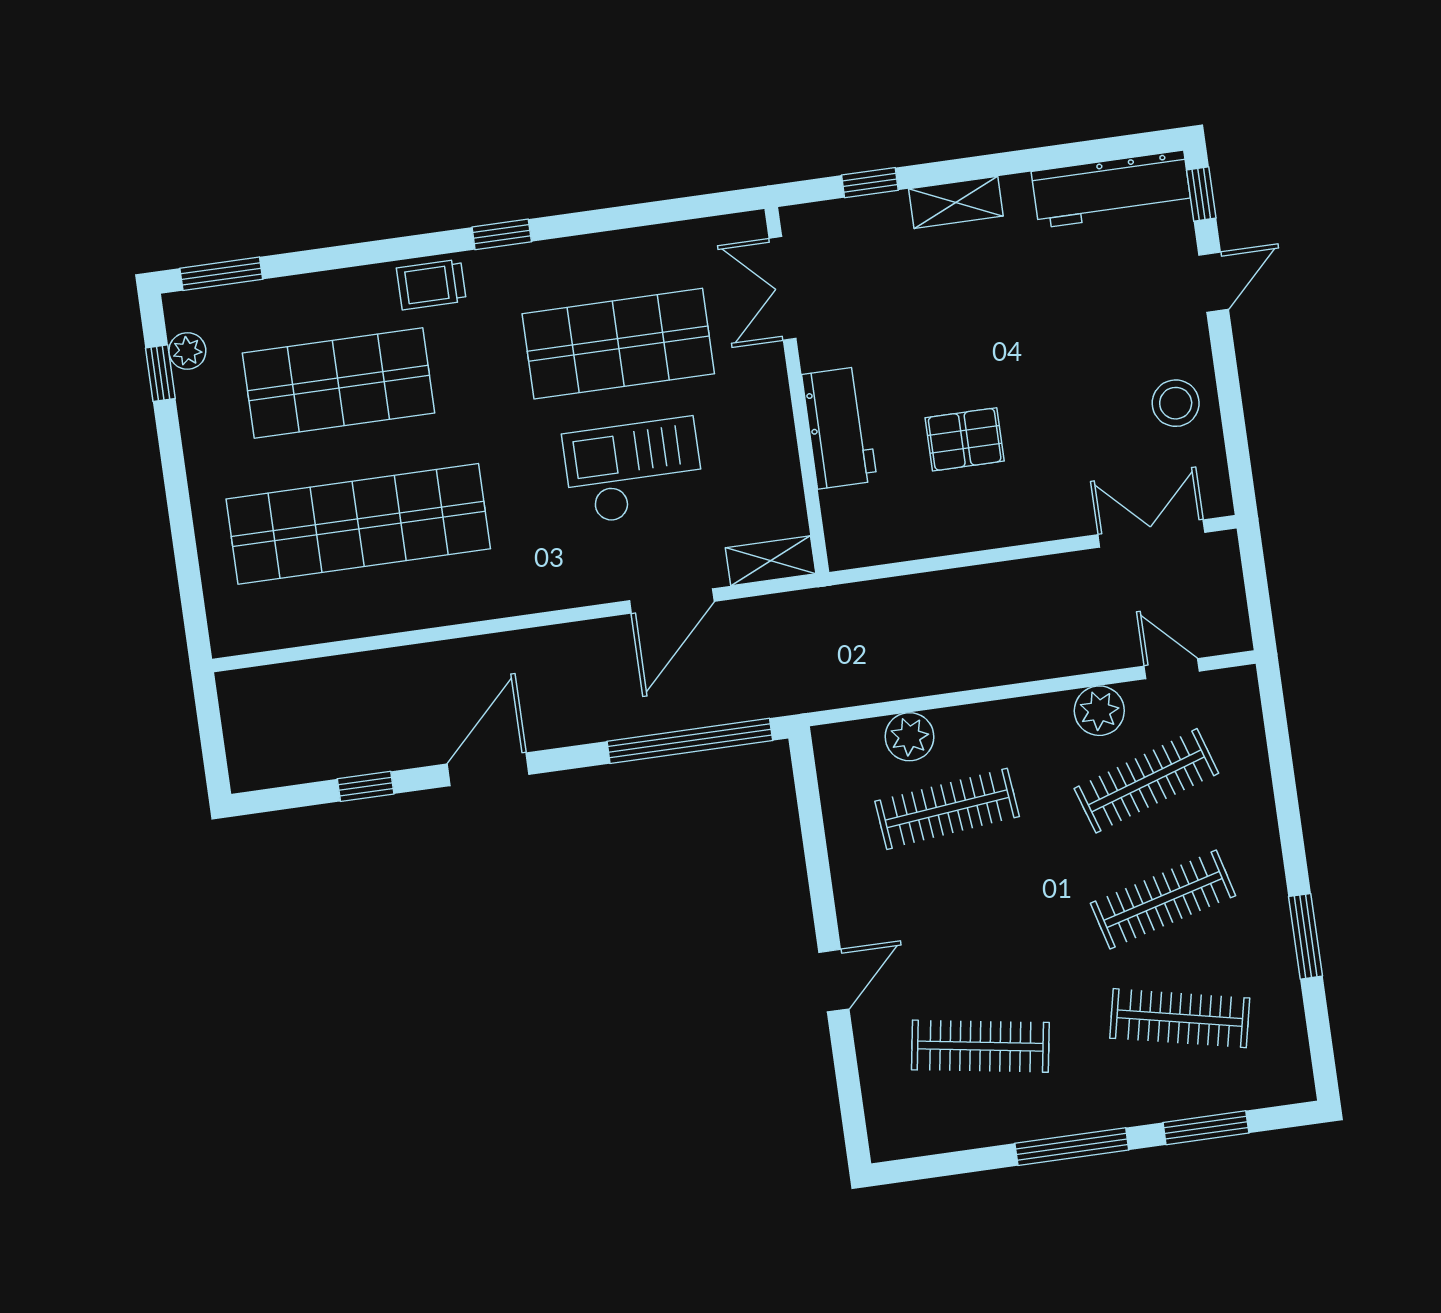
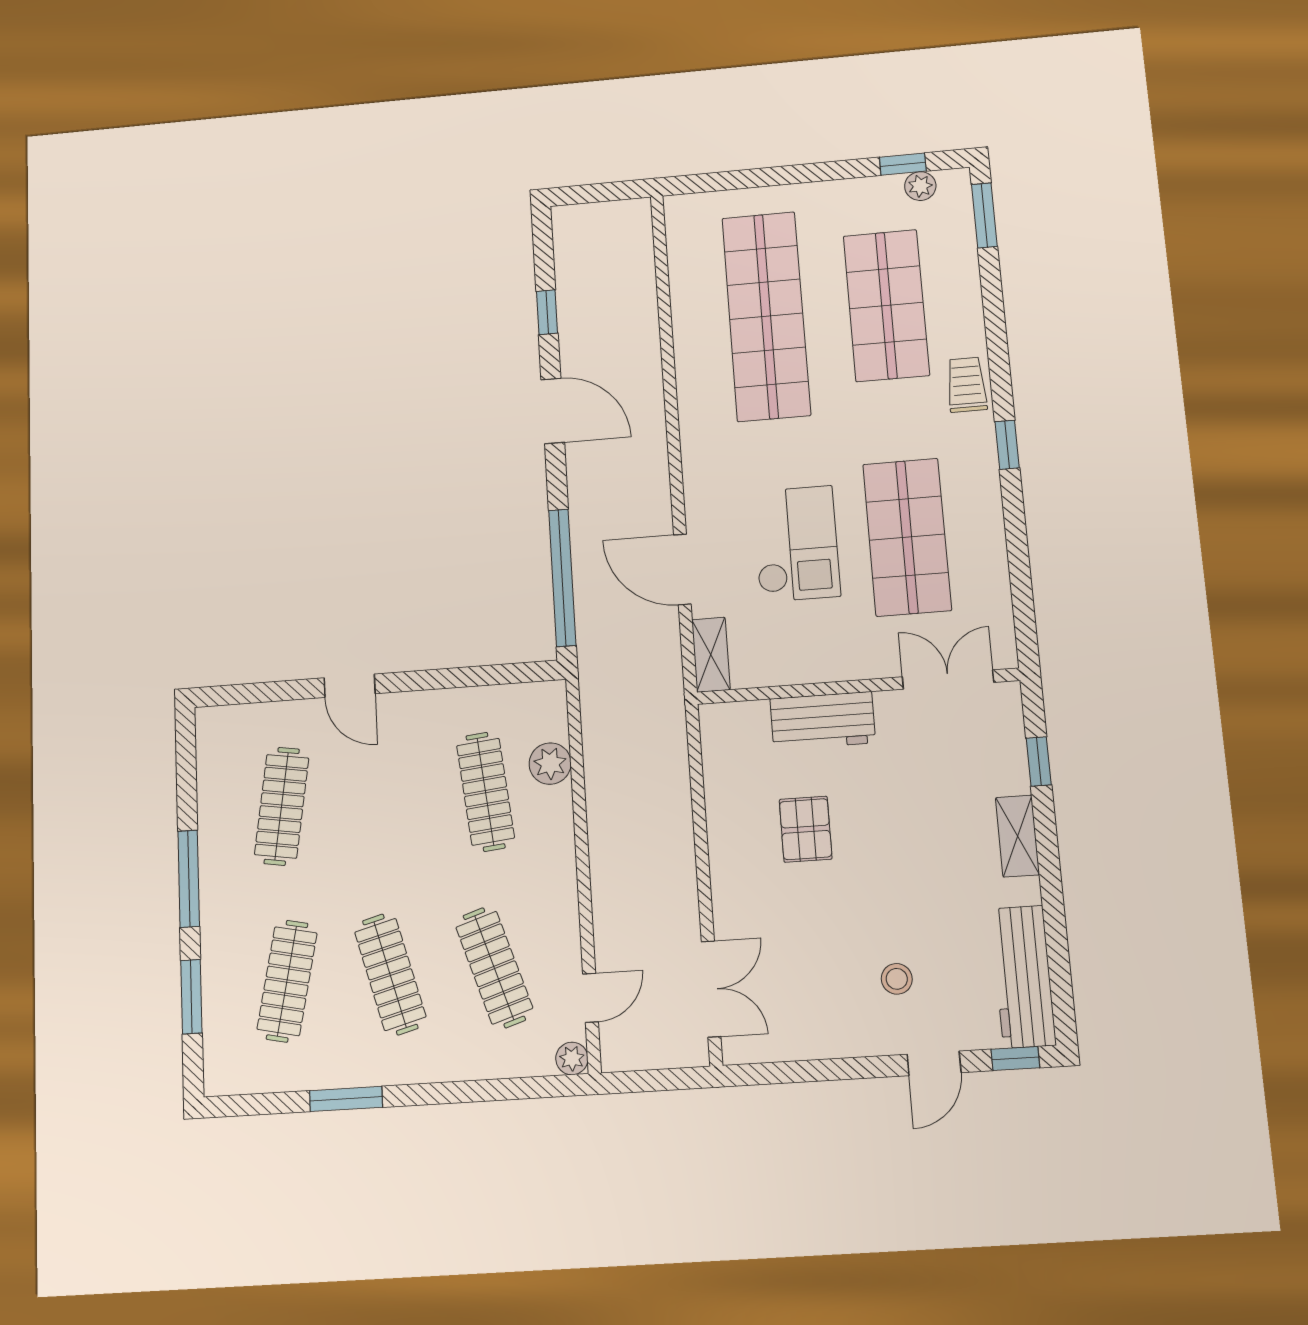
door: (1214, 282) -> (934, 1063), hinge flipped
stool: (1176, 403) -> (897, 979), moved, width x0.73, depth x0.73
plant: (1099, 711) -> (572, 1058), moved, width x0.73, depth x0.73

